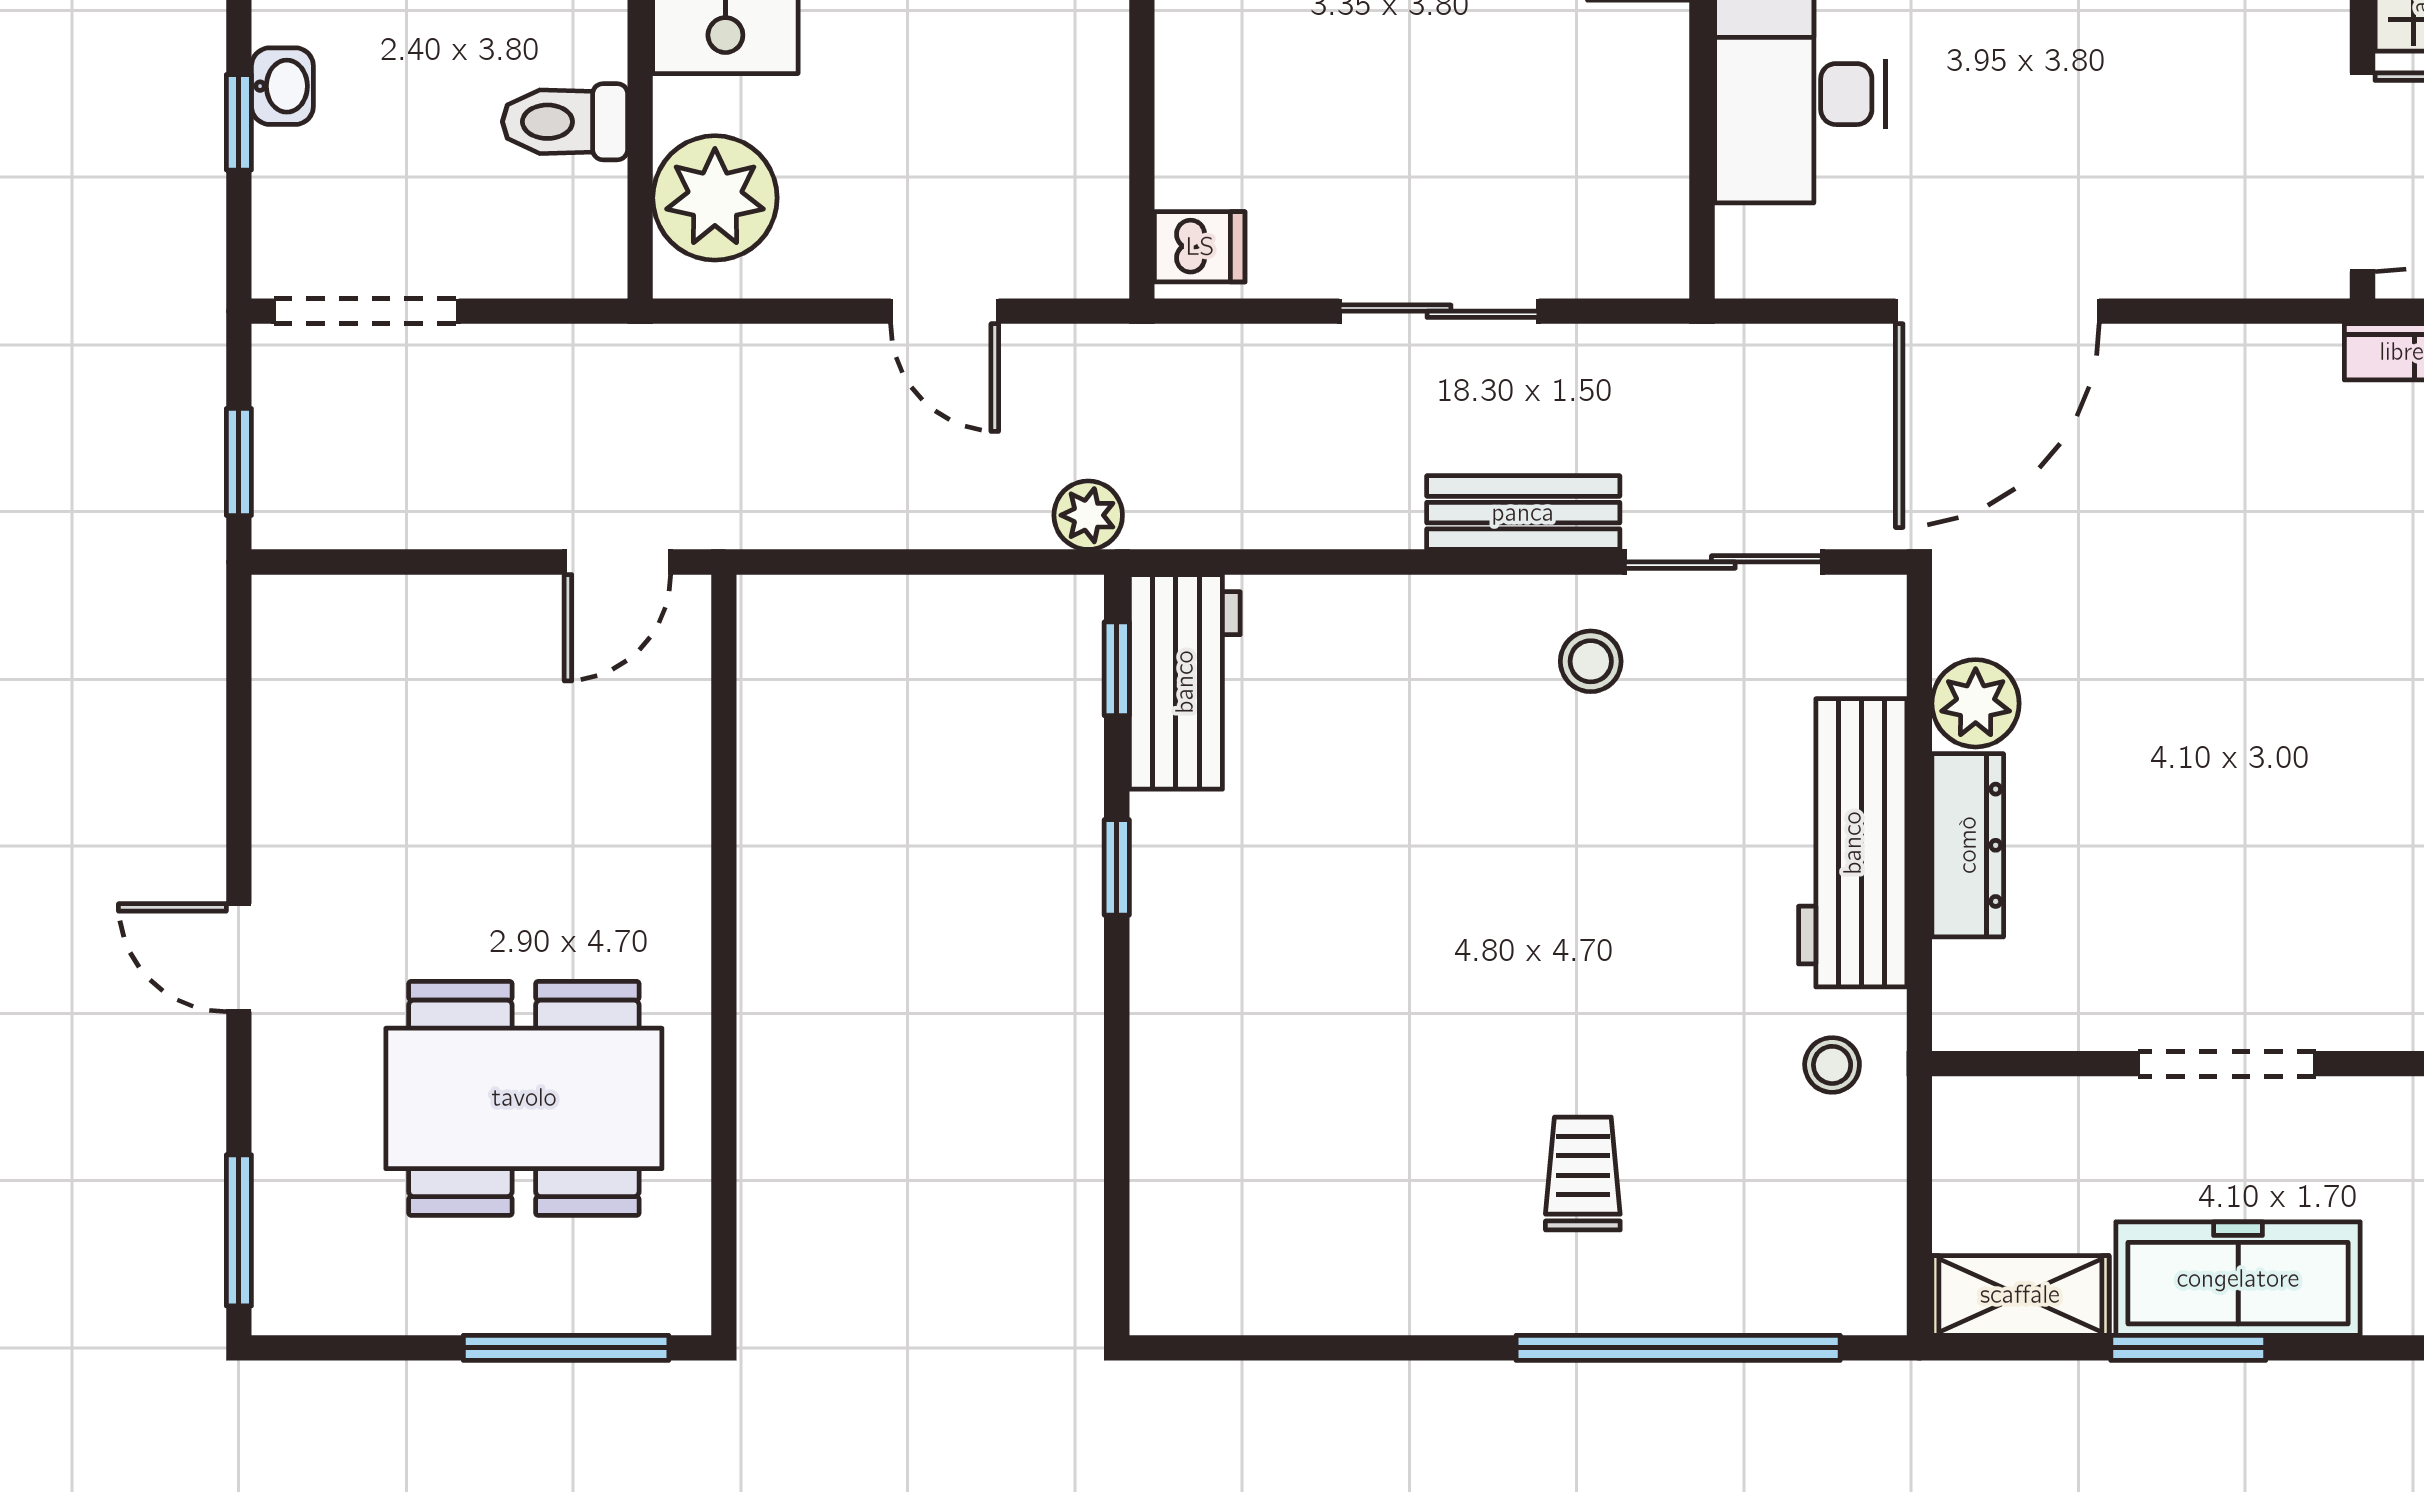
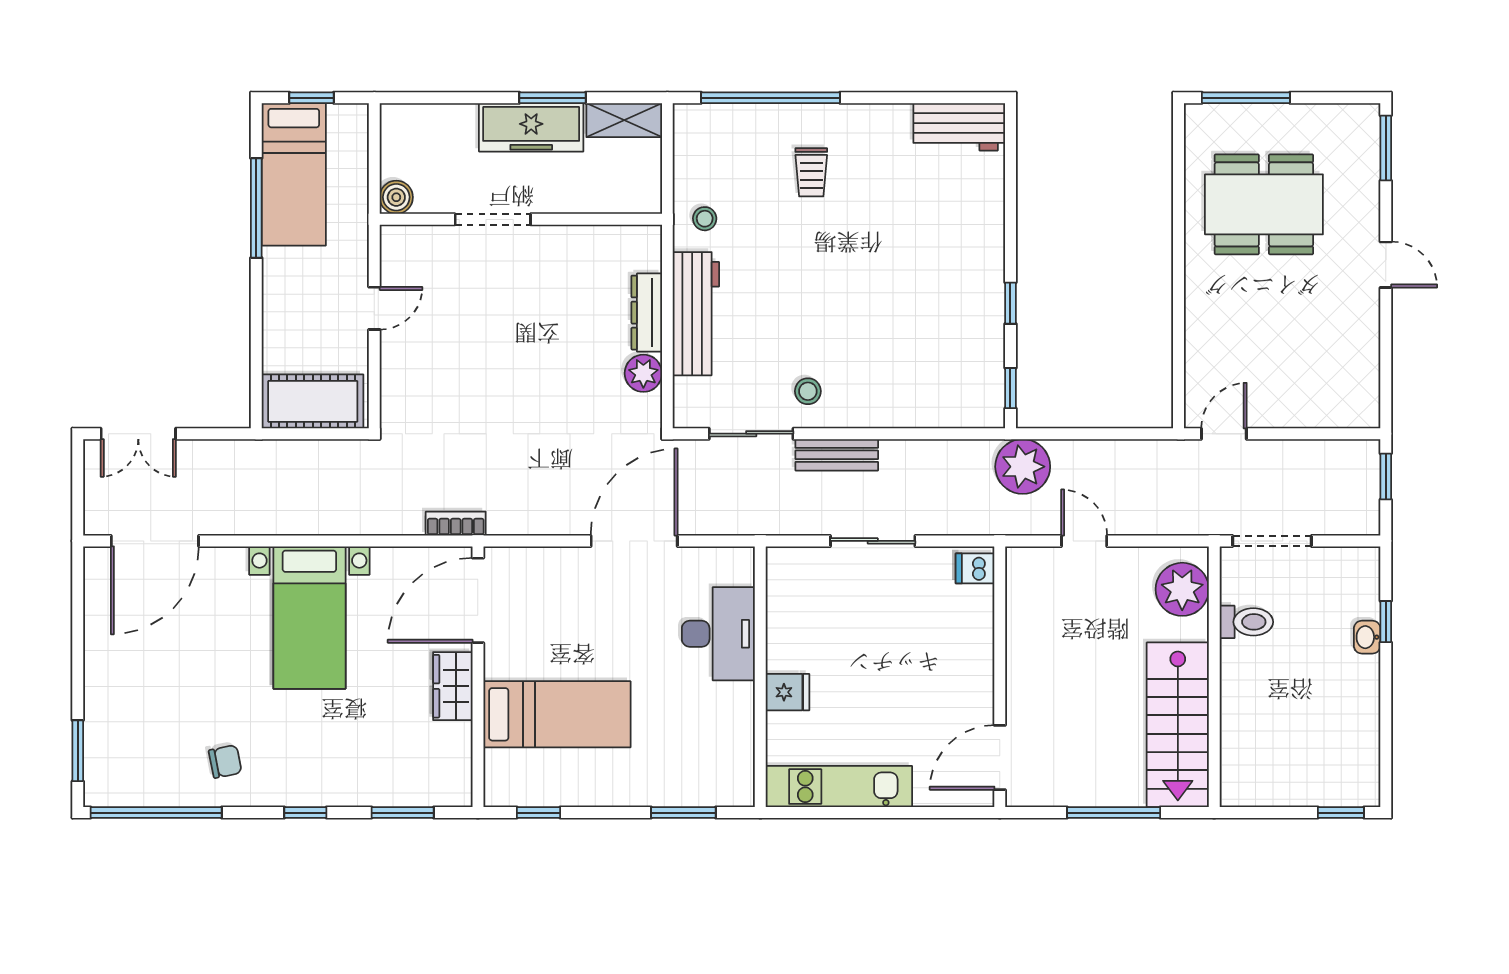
doorway: (366, 311) -> (1272, 541), moved
plant: (1088, 515) -> (1023, 467), width x1.88, depth x1.88
workbench: (1185, 682) -> (959, 127), moved, turned -90
doorway: (2227, 1064) -> (493, 219), moved

